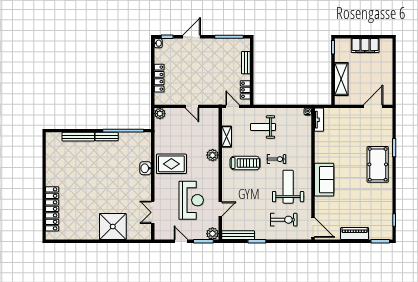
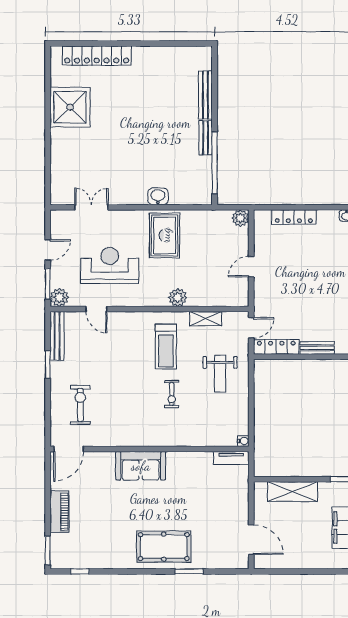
locker: (245, 90) -> (276, 347), width x1.53
weight bench: (263, 127) -> (220, 374), turned 180
weight bench: (288, 187) -> (130, 411), removed
reception desk: (191, 200) -> (110, 265), turned 180
exercise bike: (284, 220) -> (80, 405), turned 180
shower: (113, 227) -> (70, 107), moved

